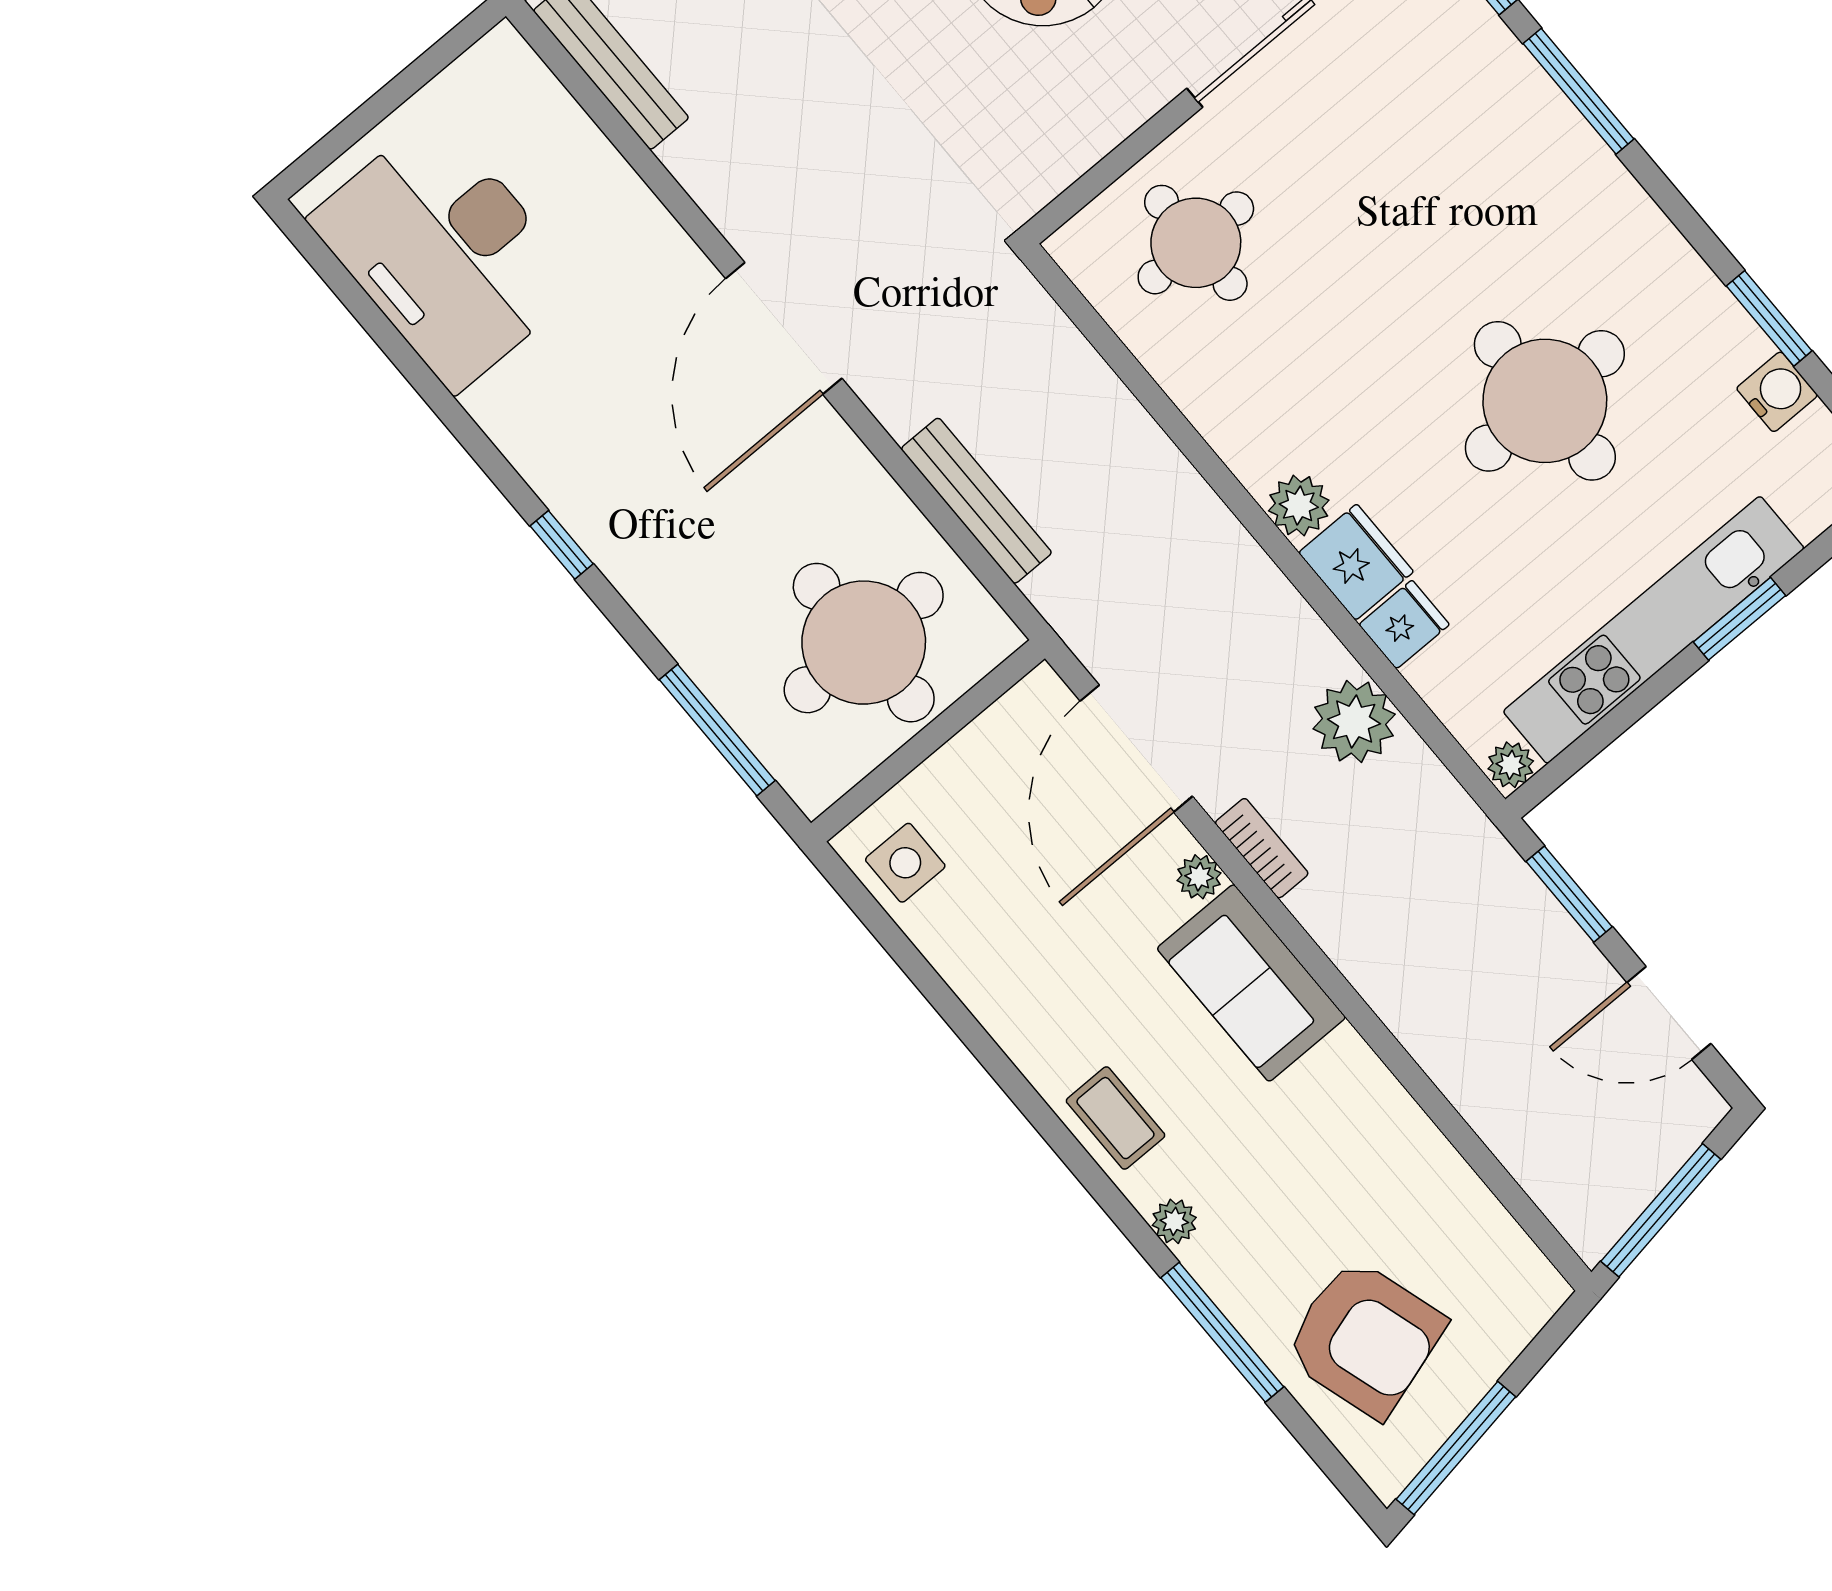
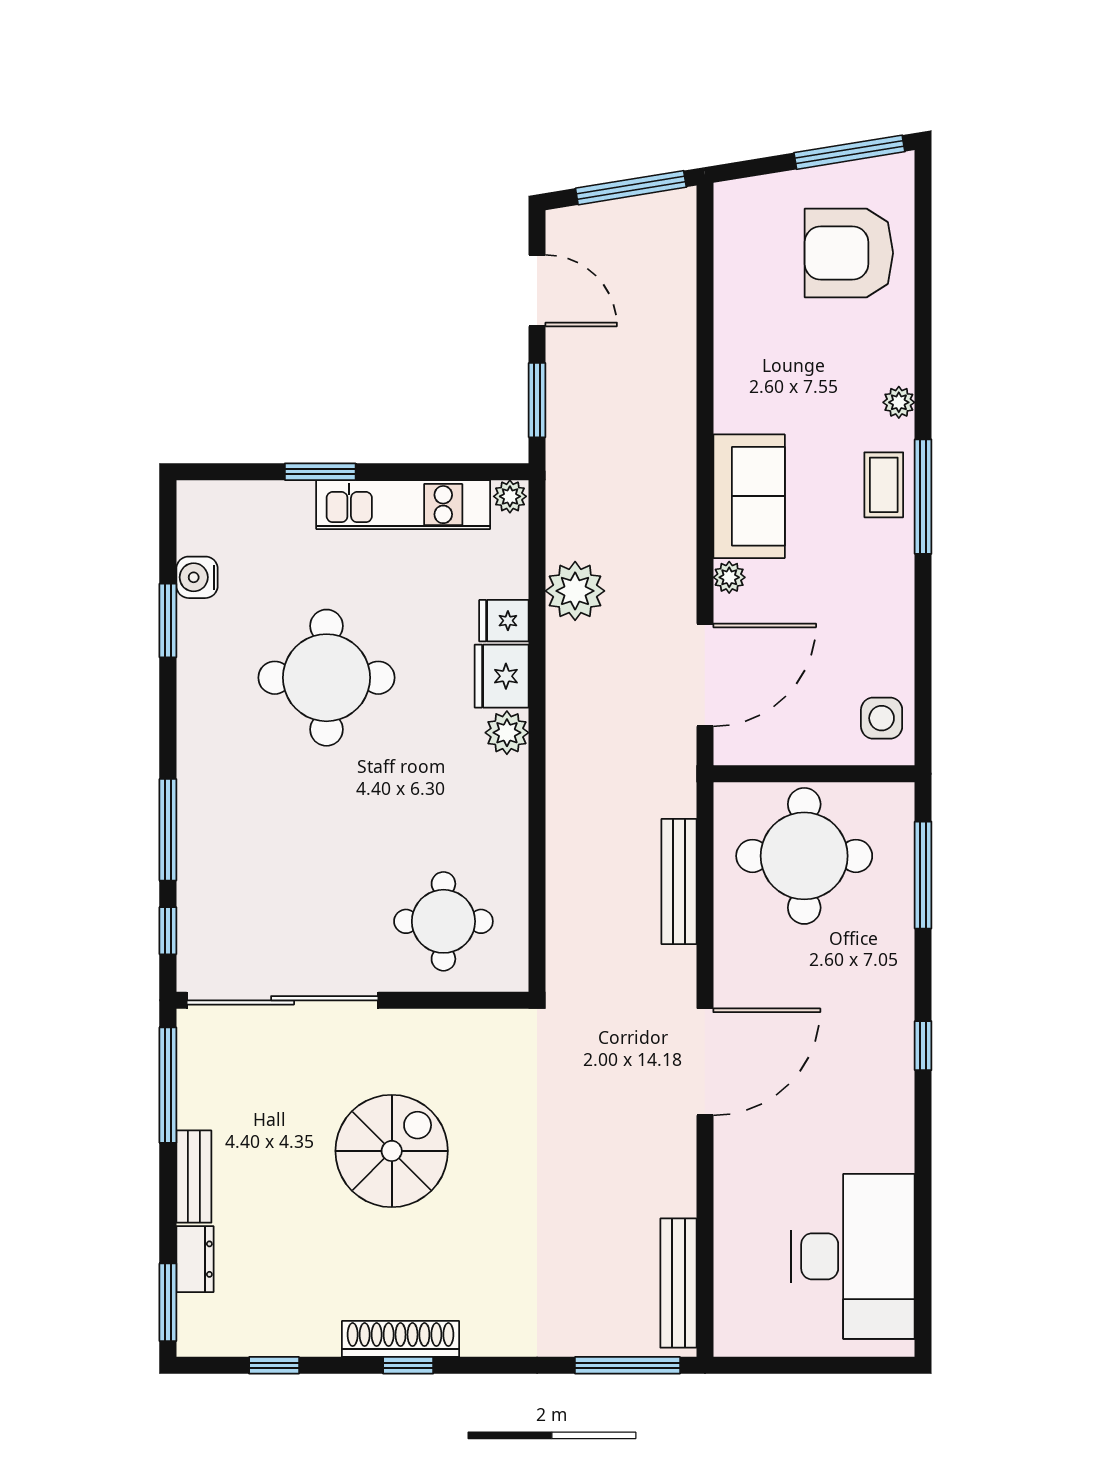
kitchen unit: (1654, 630) -> (403, 505), width x0.73
bookcase: (1262, 848) -> (682, 564), removed
window: (1222, 1332) -> (923, 497), moved
armchair: (1365, 1338) -> (849, 253), turned -73

